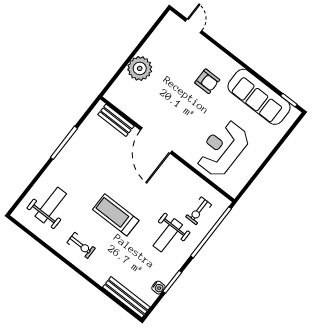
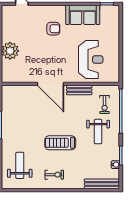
sofa: (259, 97) -> (83, 15), width x0.73
bench: (116, 120) -> (79, 90), moved
reception desk: (222, 148) -> (91, 60), turned 180

